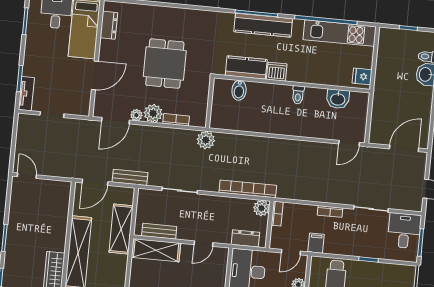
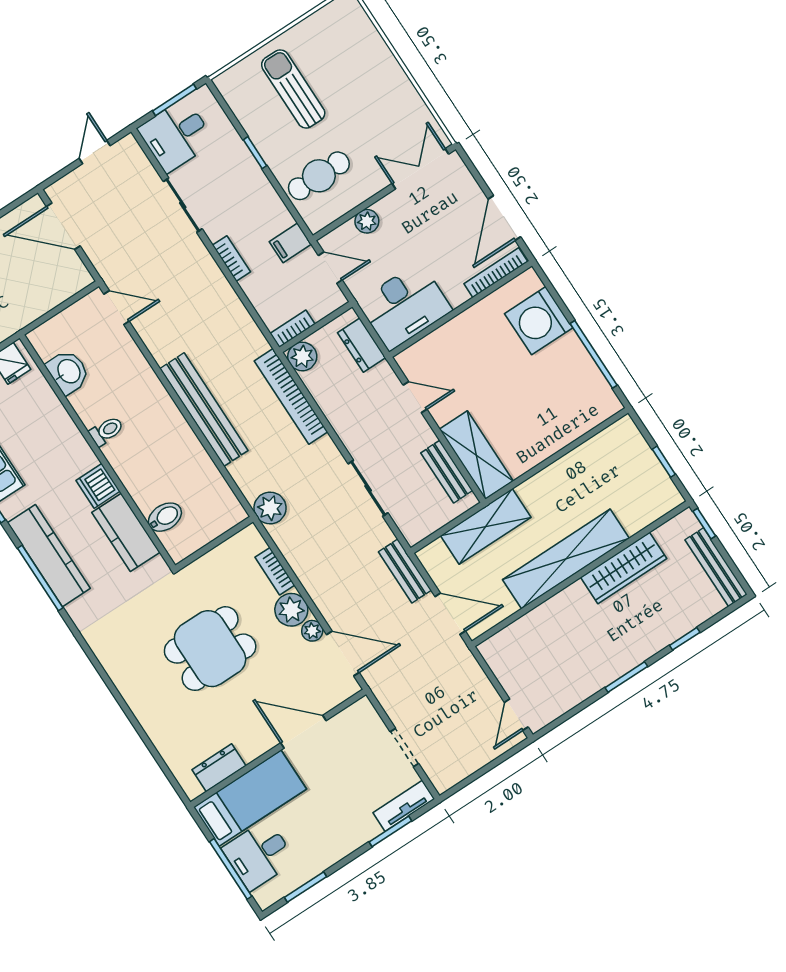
bench: (273, 146) -> (204, 410), added

